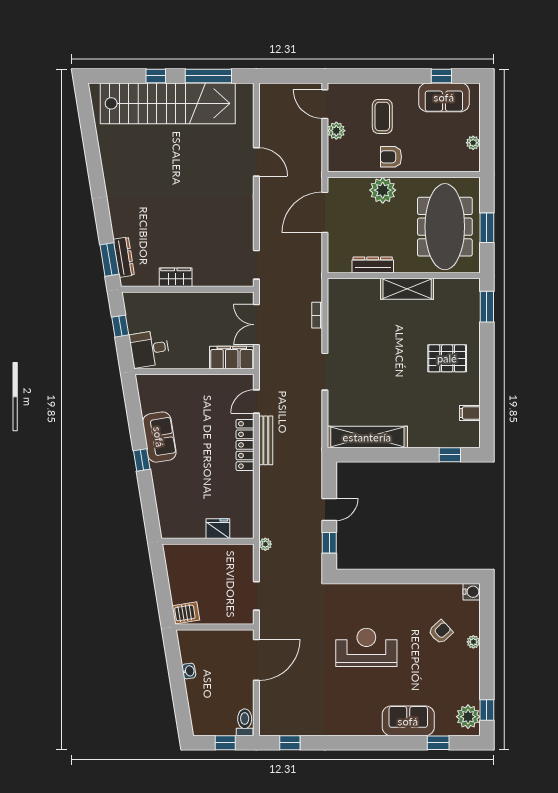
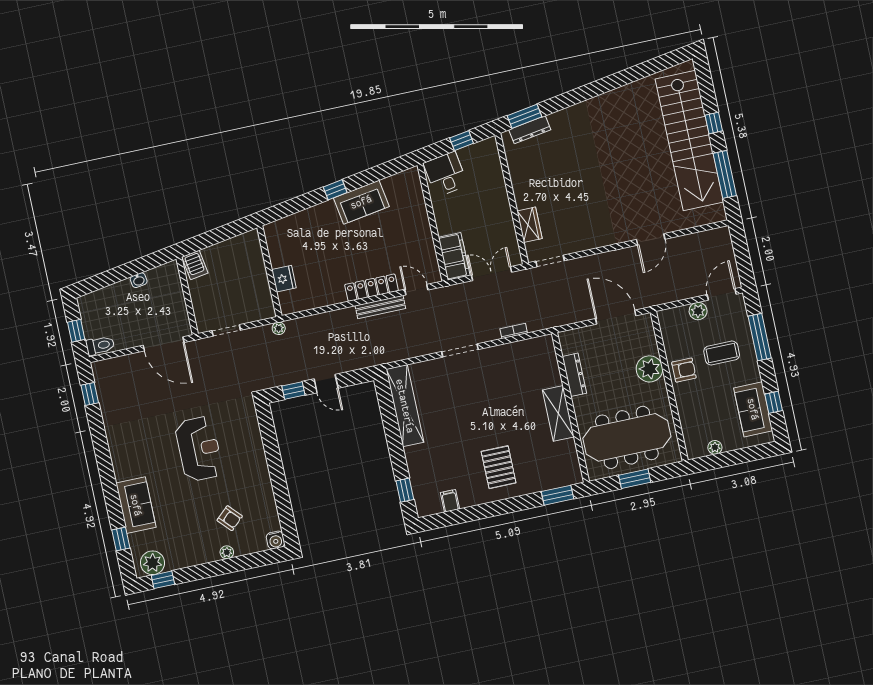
window: (375, 76) -> (760, 337), added
armchair: (391, 157) -> (684, 370), turned 90
wardrobe: (176, 277) -> (530, 225), moved

